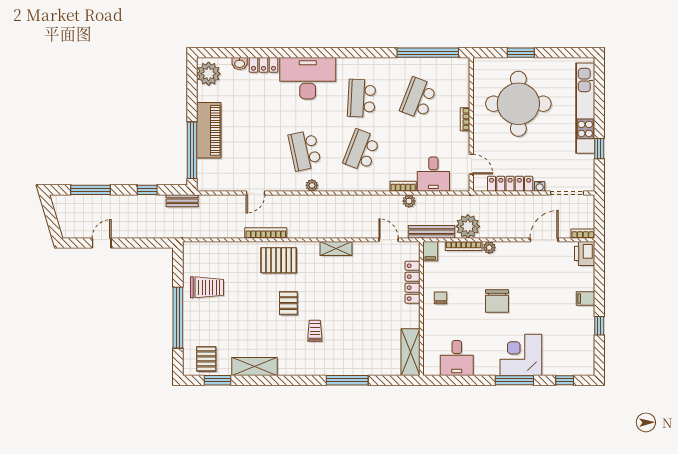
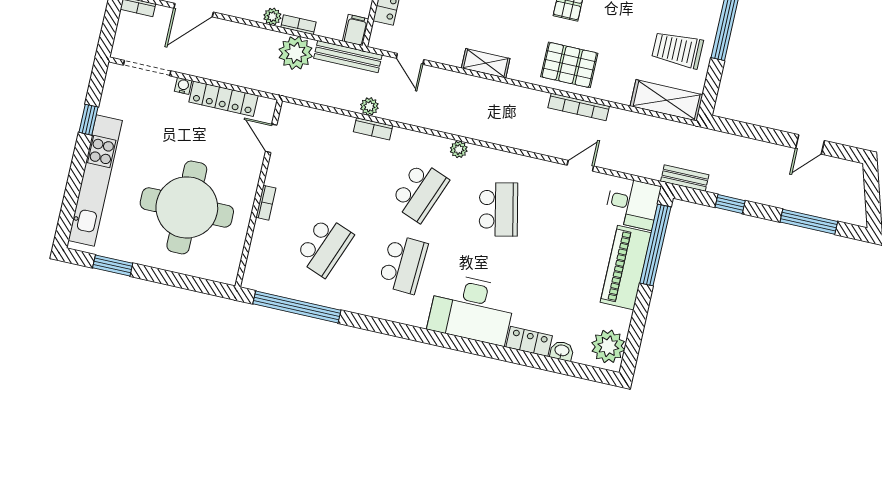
window: (521, 53) -> (113, 265), moved
desk: (433, 174) -> (633, 203), moved, turned 90
plant: (312, 185) -> (459, 149), moved
bookcase: (464, 246) -> (298, 25), width x0.64
shelving: (207, 251) -> (667, 100), added

